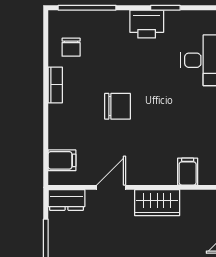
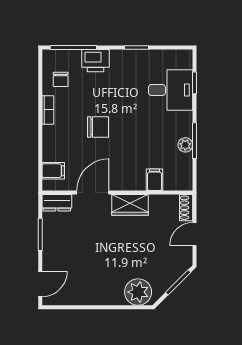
printer: (147, 24) -> (95, 61), moved
door: (111, 187) -> (93, 193), width x1.38

